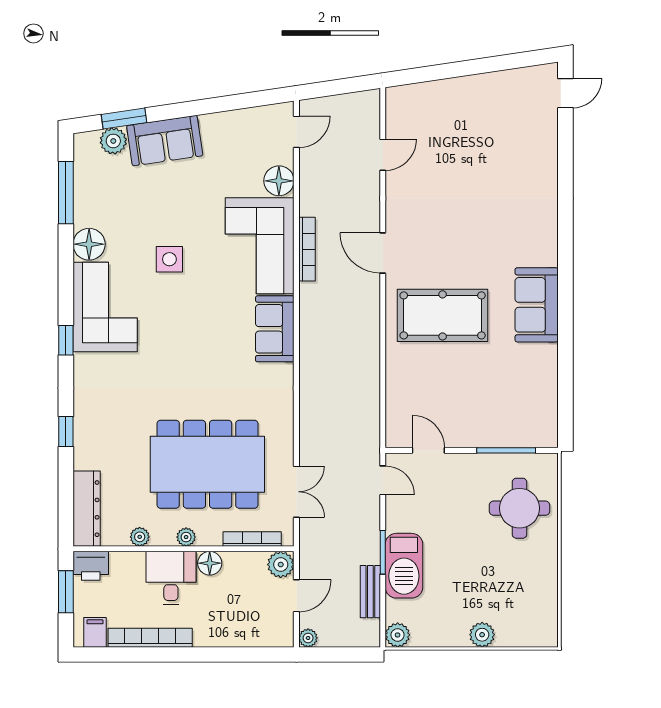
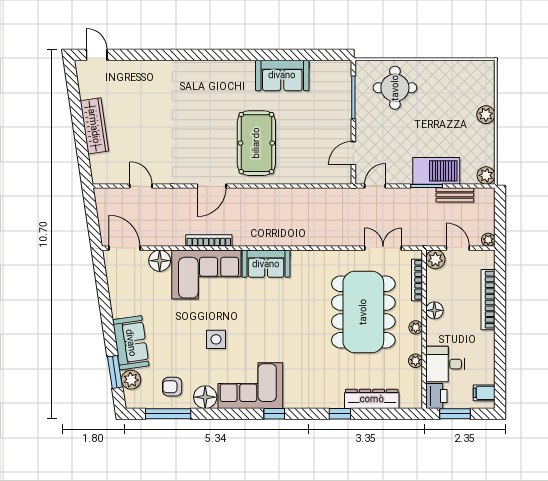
wardrobe: (467, 90) -> (94, 126), added
door: (296, 132) -> (124, 248), width x1.38
armchair: (104, 198) -> (172, 387), added
sofa: (537, 305) -> (282, 75), moved
dresser: (87, 509) -> (372, 399), moved
desk: (171, 578) -> (445, 364), moved
bookcase: (150, 638) -> (488, 300), moved

